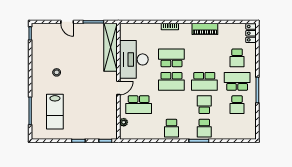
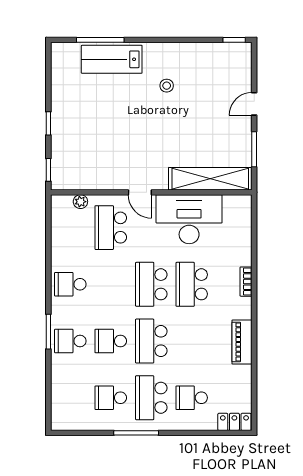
school desk: (171, 58) -> (192, 284), turned 180
school desk: (237, 81) -> (151, 398), turned 180
school desk: (204, 105) -> (111, 341), turned 180
lab bench: (55, 112) -> (112, 59), moved

